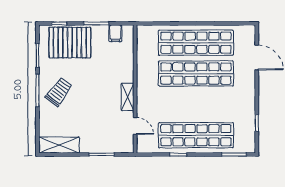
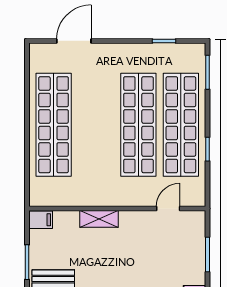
filing cabinet: (115, 33) -> (41, 220), moved
shop shelf: (196, 74) -> (138, 125), moved
shelving: (128, 97) -> (99, 219), moved

